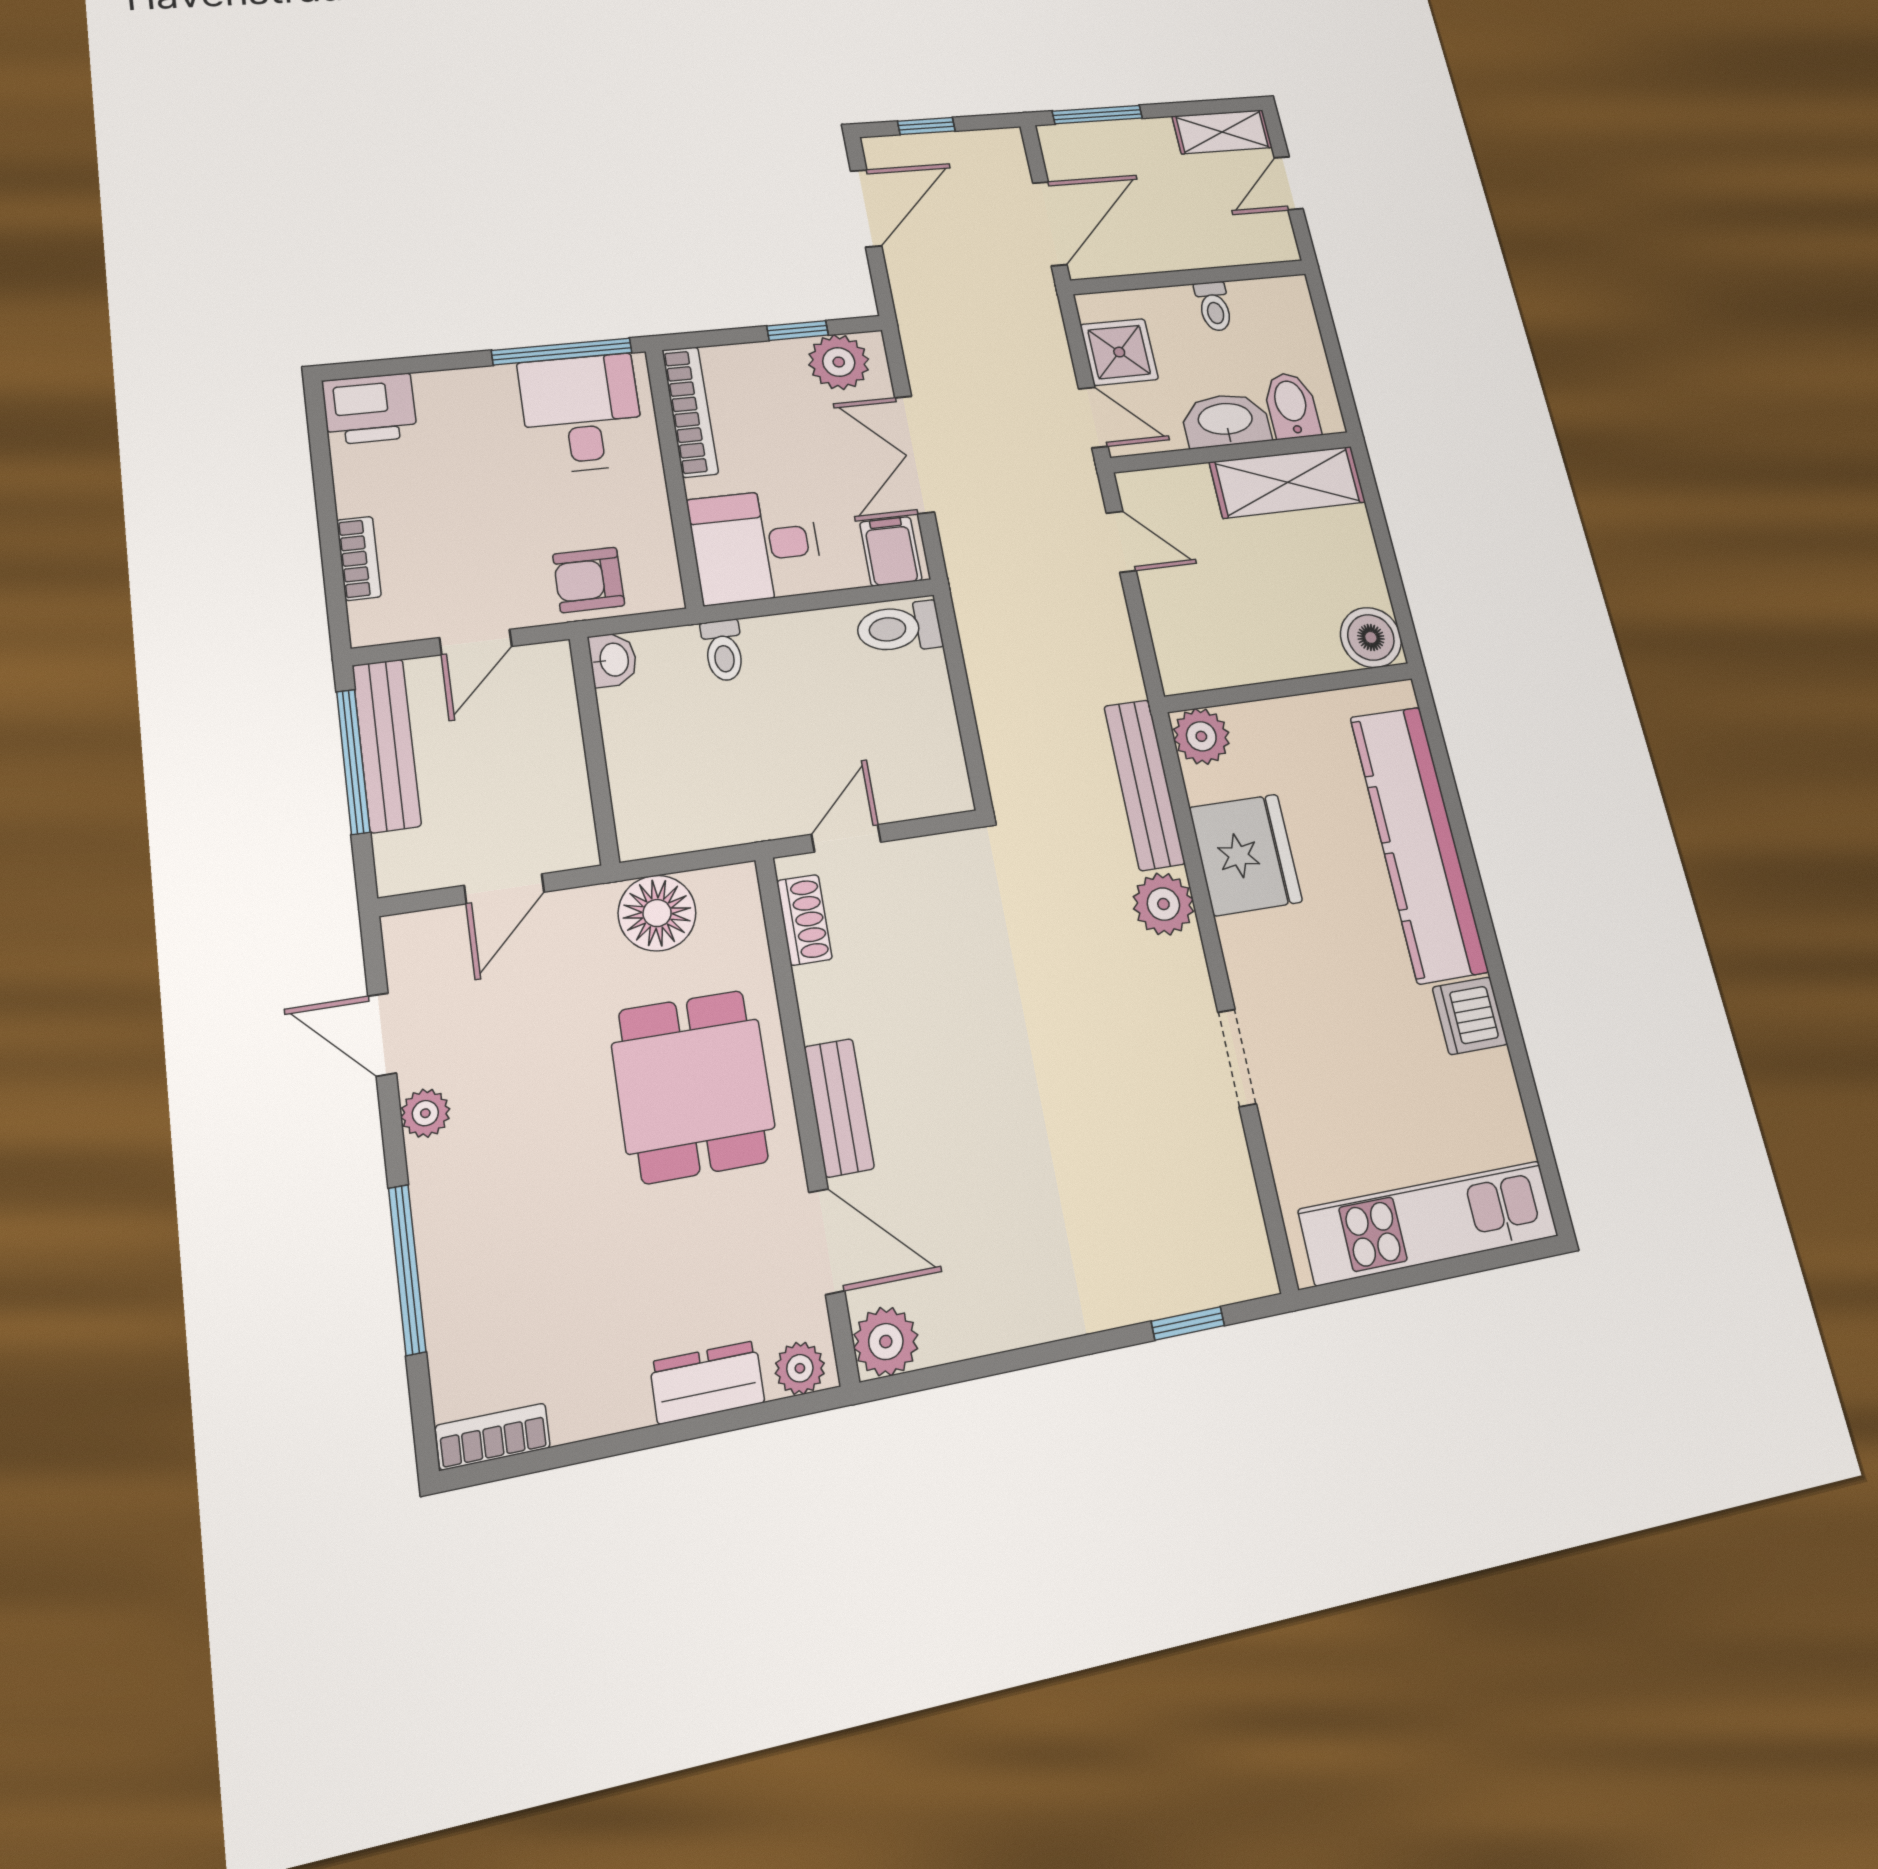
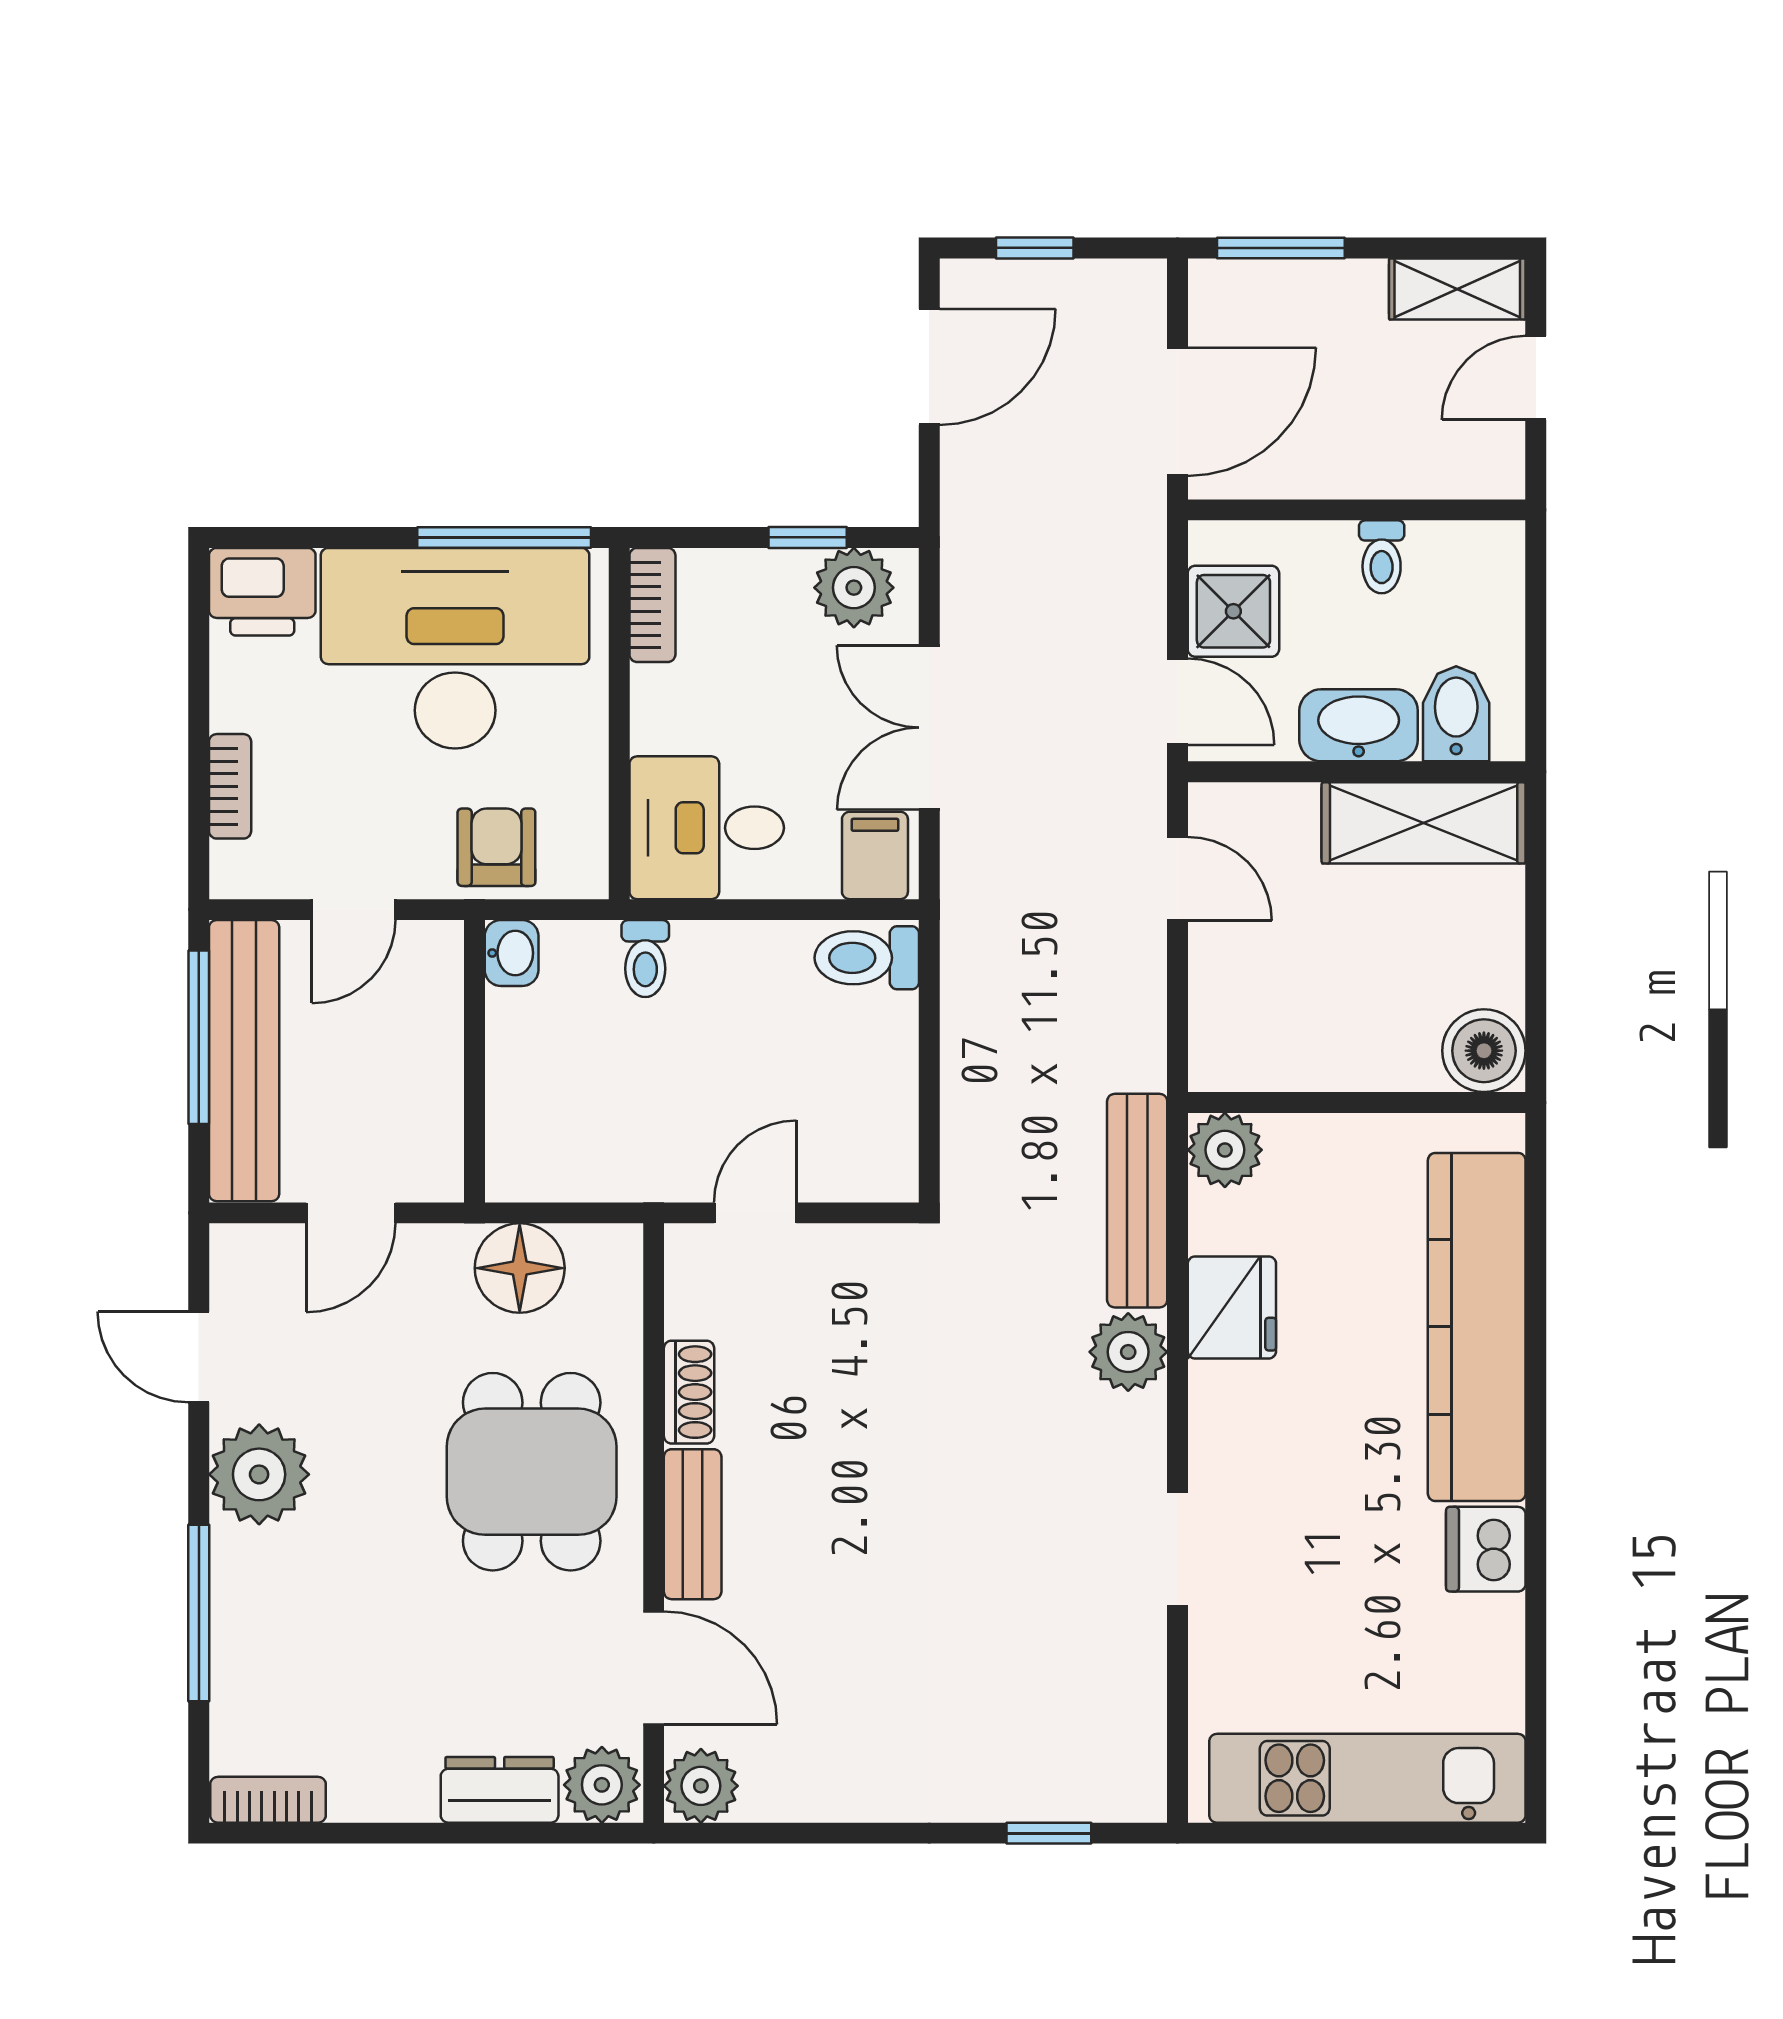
bookcase: (690, 412) -> (652, 605), width x0.64
desk: (582, 413) -> (455, 648), width x1.87, depth x1.30
armchair: (589, 580) -> (496, 847), turned 90
bench: (386, 745) -> (244, 1061), width x1.37, depth x1.21
fridge: (1246, 855) -> (1232, 1307), width x0.73, depth x0.75
shoe rack: (804, 920) -> (689, 1392), moved
plant: (425, 1113) -> (259, 1474), width x1.88, depth x1.88
plant: (800, 1368) -> (602, 1785), width x1.38, depth x1.38

